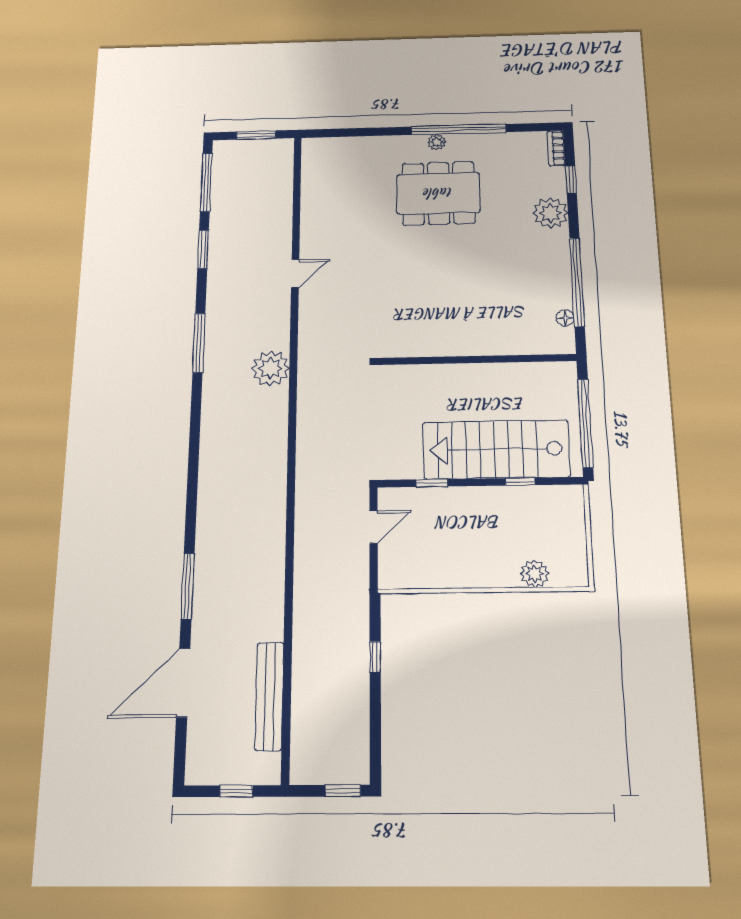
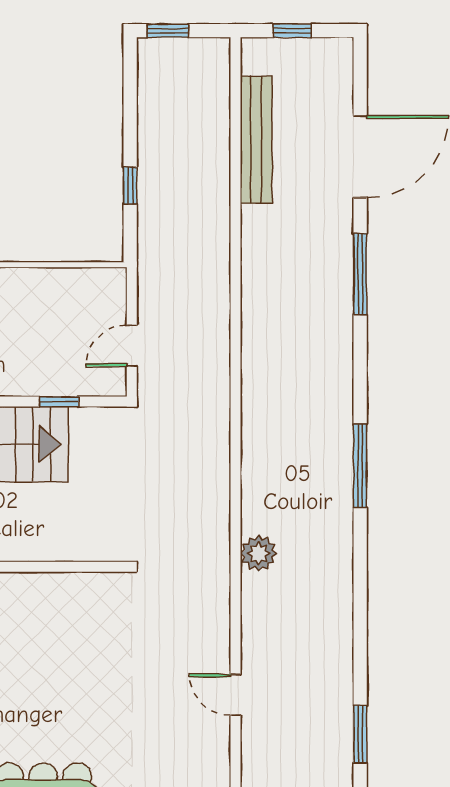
door: (295, 274) -> (235, 695), hinge flipped
window: (199, 343) -> (360, 466), moved
plant: (270, 368) -> (258, 553), width x0.73, depth x0.73

